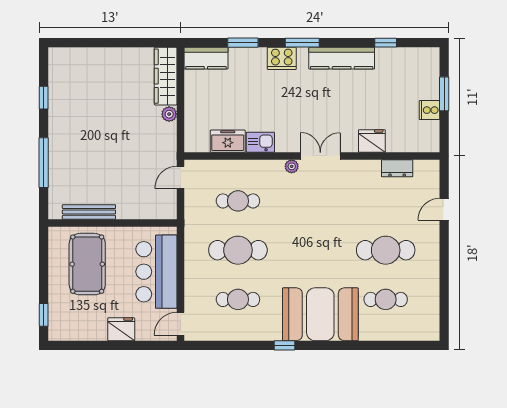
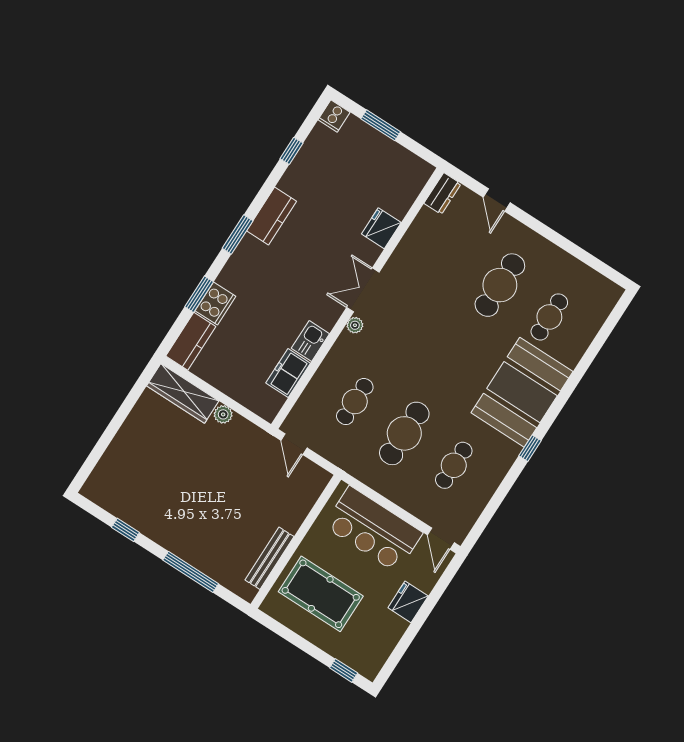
cooker: (282, 58) -> (215, 304), moved
kitchen counter: (342, 58) -> (272, 216), width x0.67
cooker: (429, 110) -> (334, 116), moved
dresser: (397, 168) -> (442, 194), moved

